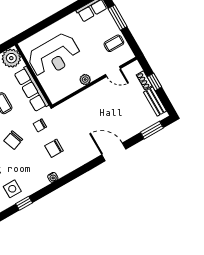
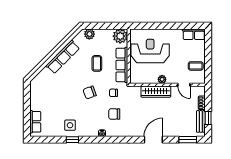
window: (118, 18) -> (208, 50), removed
reception desk: (54, 56) -> (150, 51), turned 180
window: (154, 82) -> (208, 118), moved
wardrobe: (86, 97) -> (156, 92), added
door: (114, 152) -> (153, 140), hinge flipped

